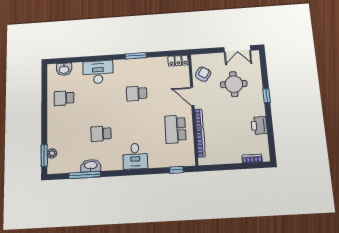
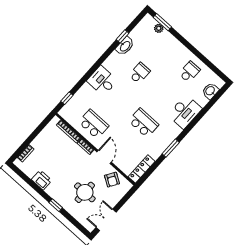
locker: (178, 61) -> (142, 169), width x1.53
school desk: (137, 93) -> (143, 123), width x1.85
door: (192, 96) -> (104, 157), hinge flipped
window: (85, 175) -> (123, 36), width x0.46

